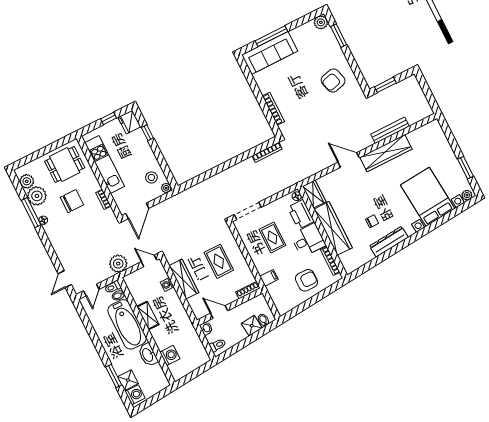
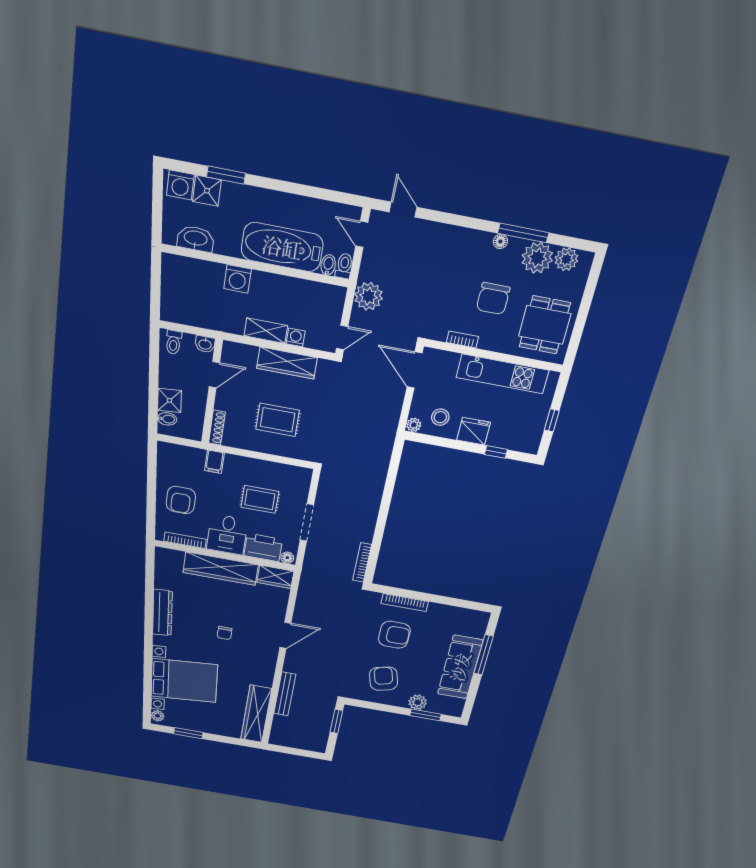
plant: (321, 22) -> (418, 702), moved
sofa: (270, 53) -> (460, 667), moved
armchair: (299, 98) -> (394, 635), added
fridge: (129, 122) -> (474, 431), moved
wardrobe: (386, 153) -> (256, 714), moved
doorway: (248, 211) -> (307, 522), moved
chair: (372, 221) -> (225, 633), moved
shelving: (148, 315) -> (266, 331), moved
washbasin: (148, 355) -> (196, 239), moved
washing machine: (170, 355) -> (237, 279), moved

